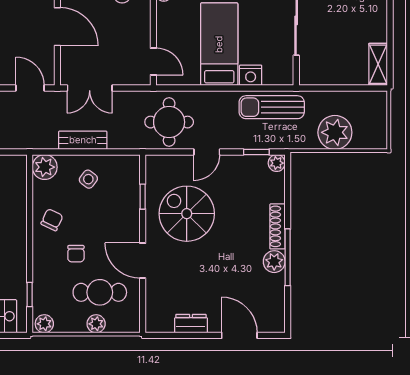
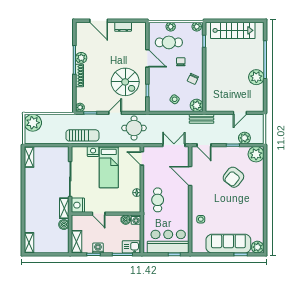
plant: (335, 132) -> (33, 123), moved
bench: (83, 140) -> (202, 119), moved

